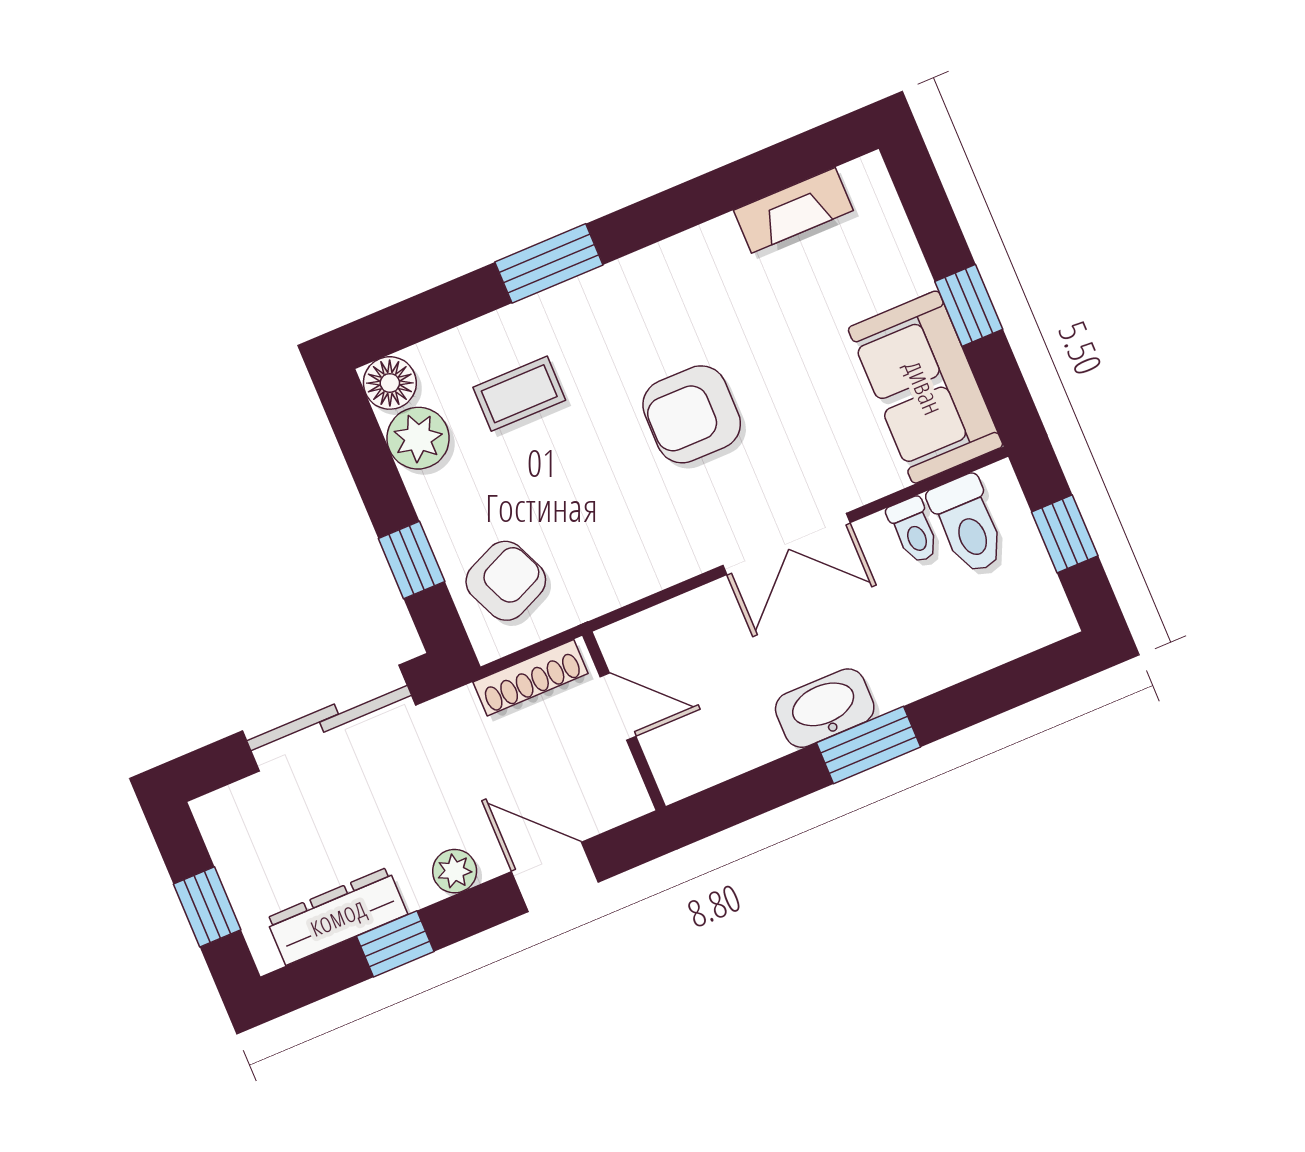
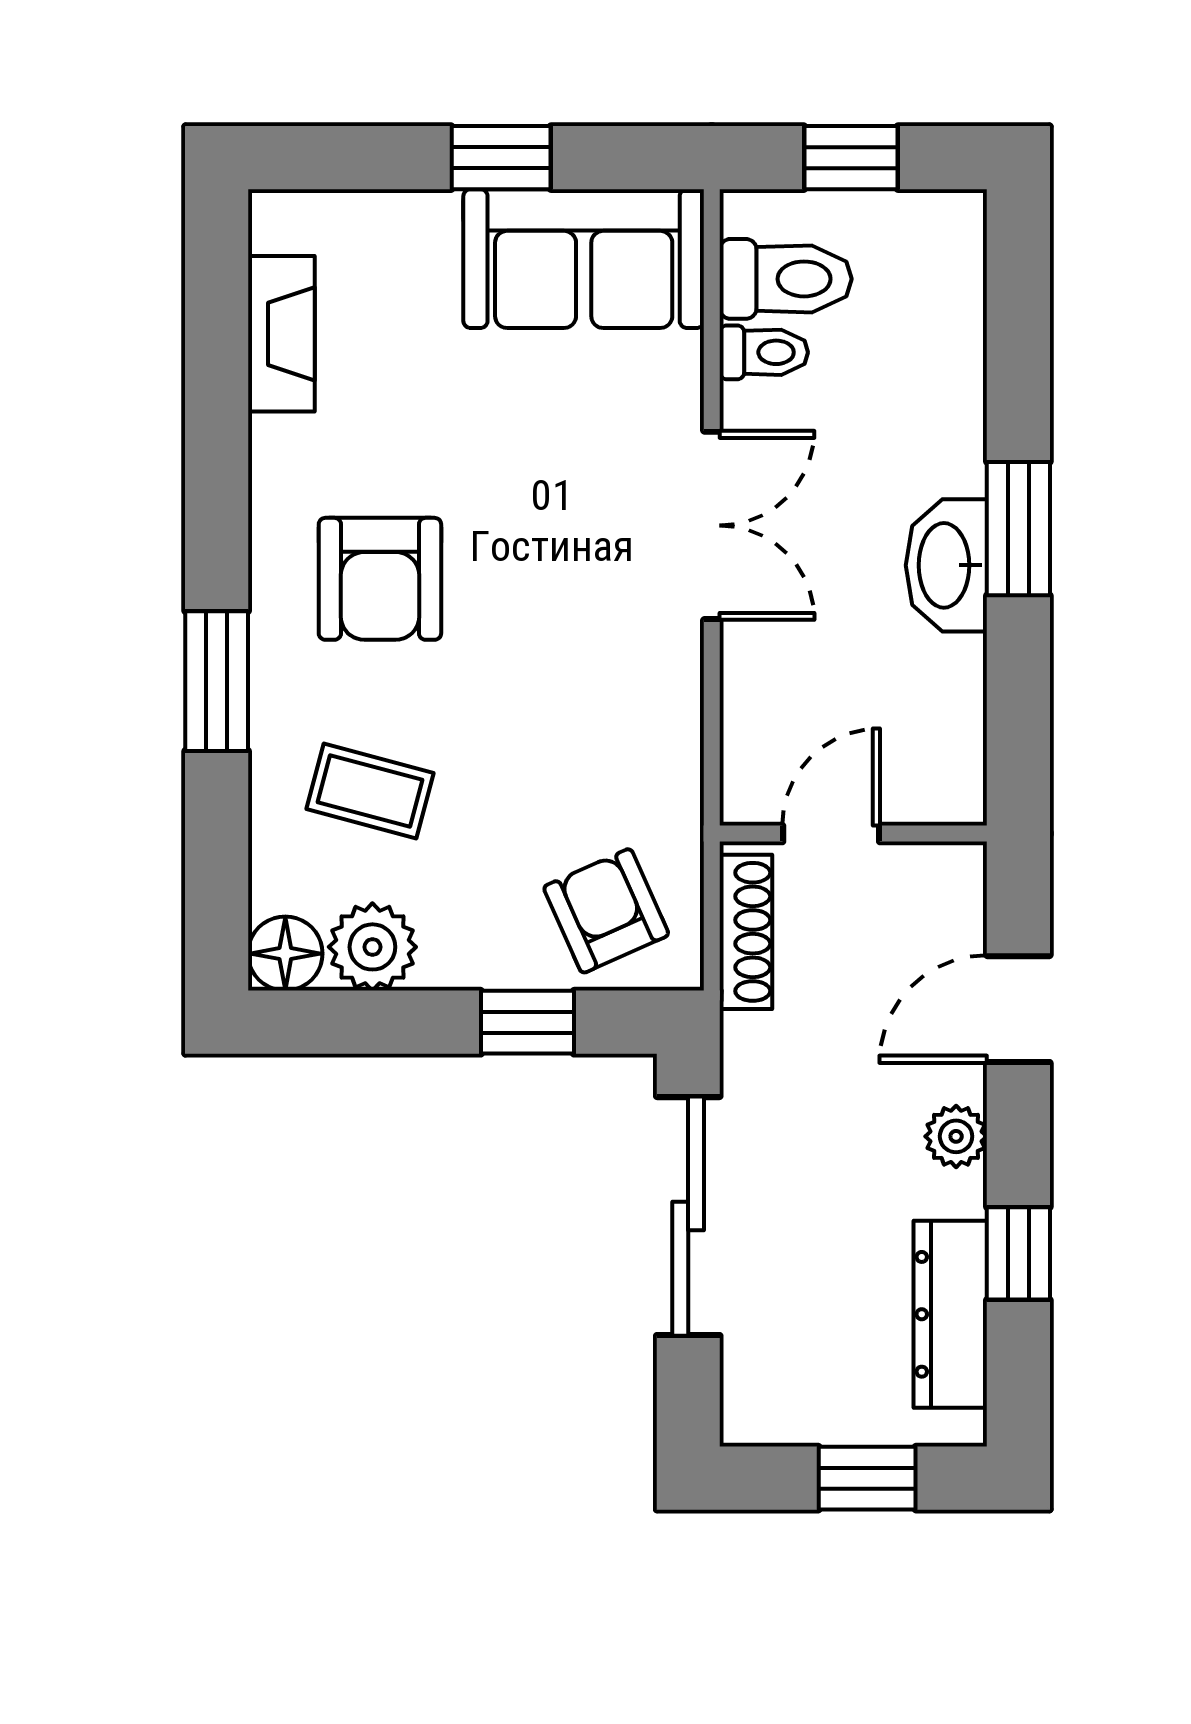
coffee table: (519, 394) -> (370, 791), turned -75
armchair: (692, 414) -> (380, 579), moved

